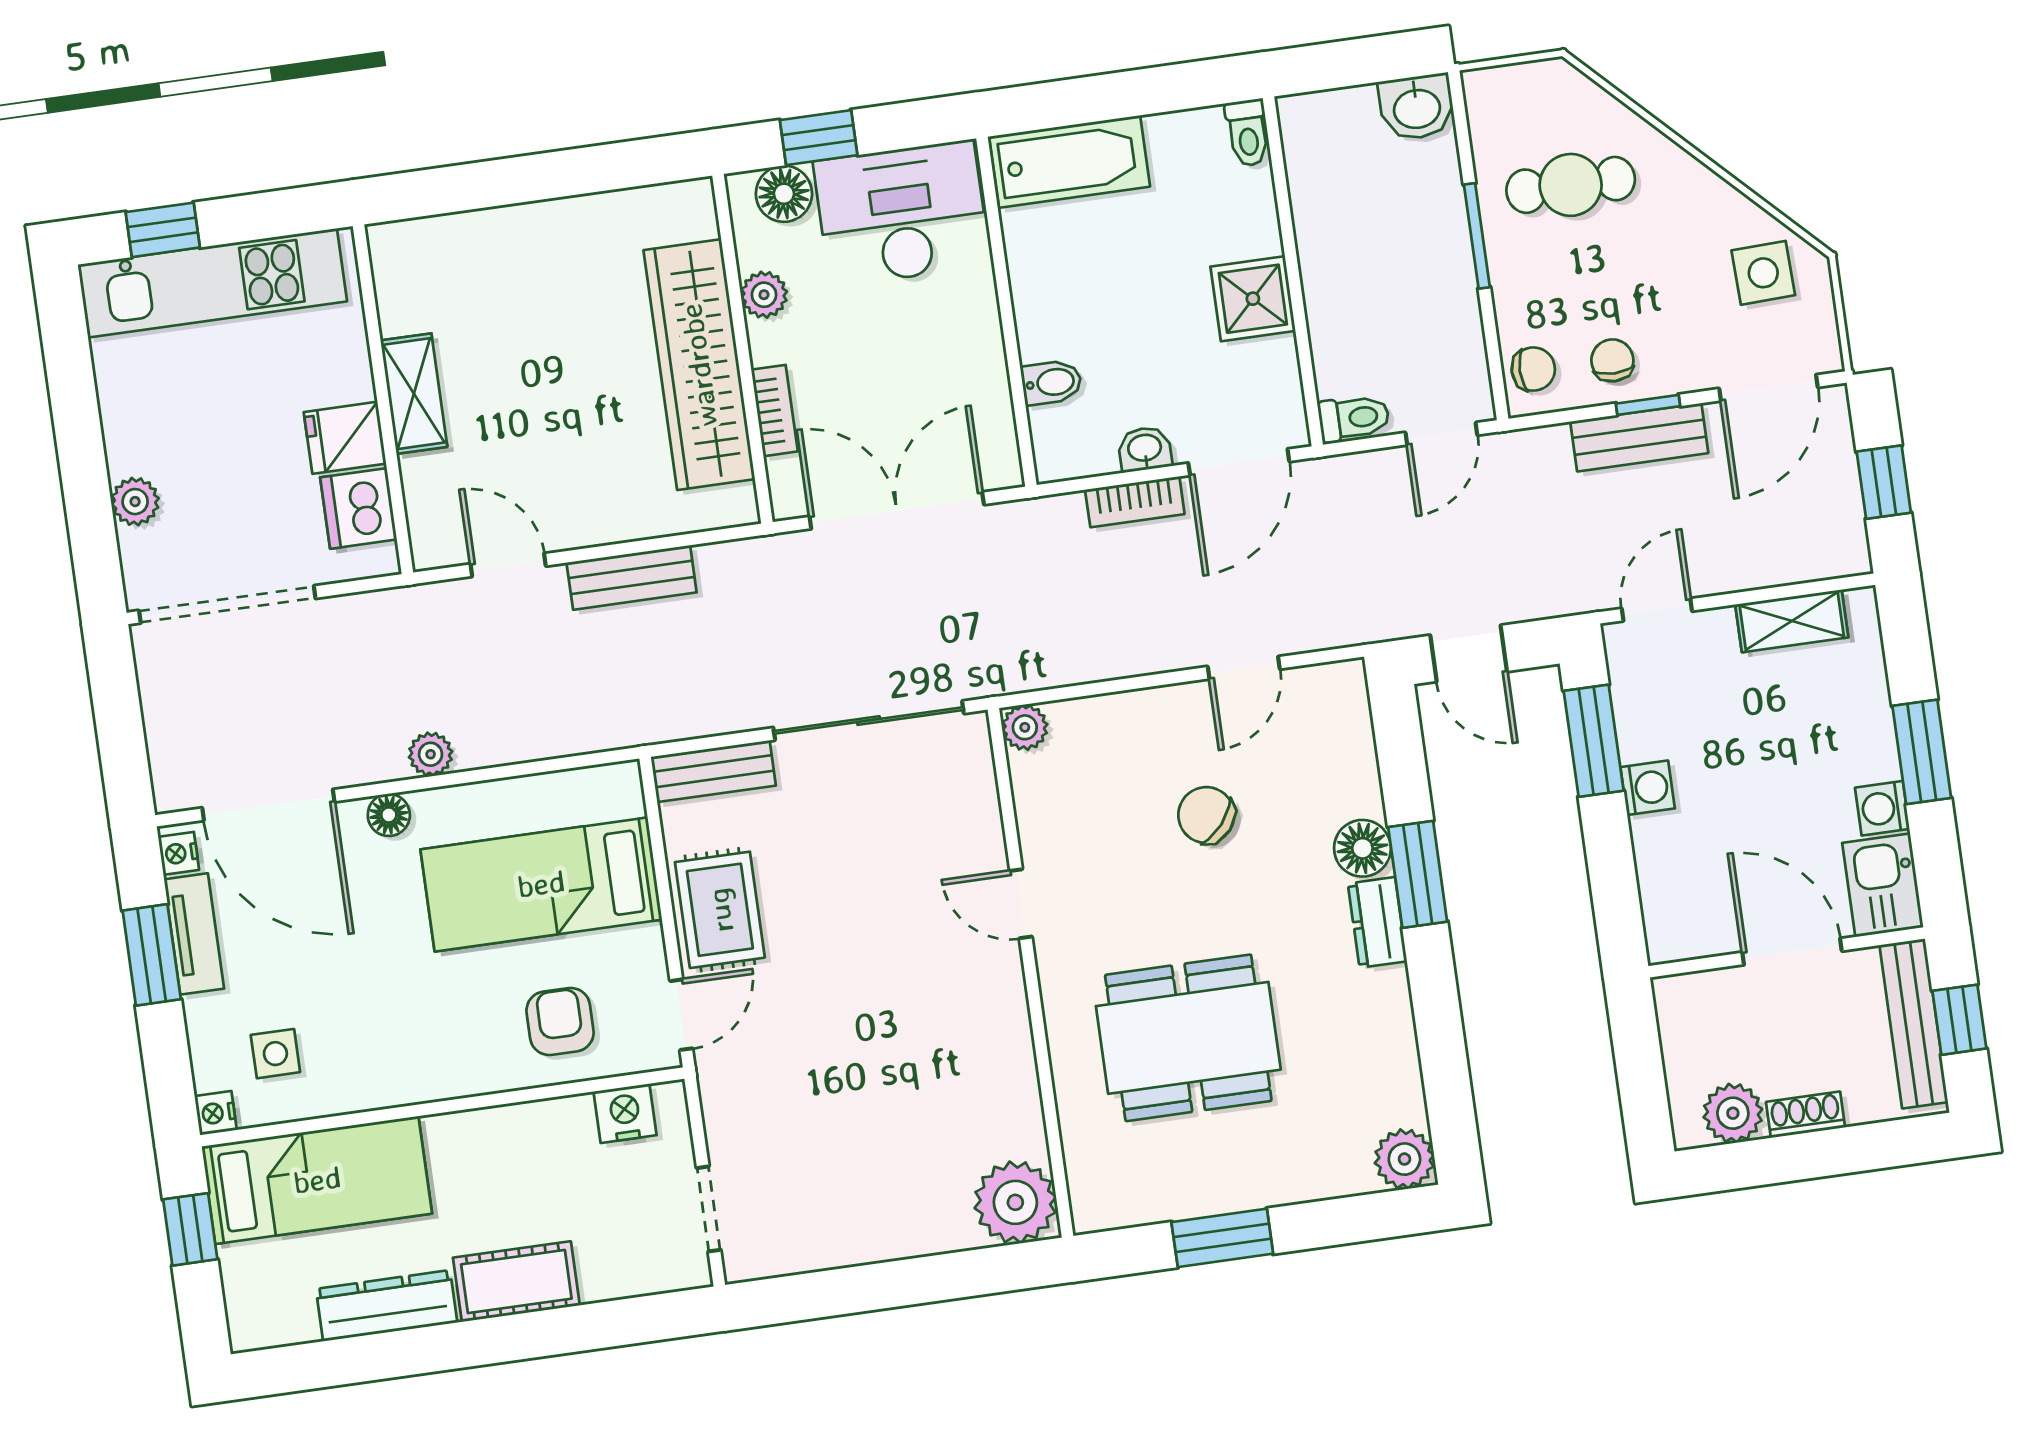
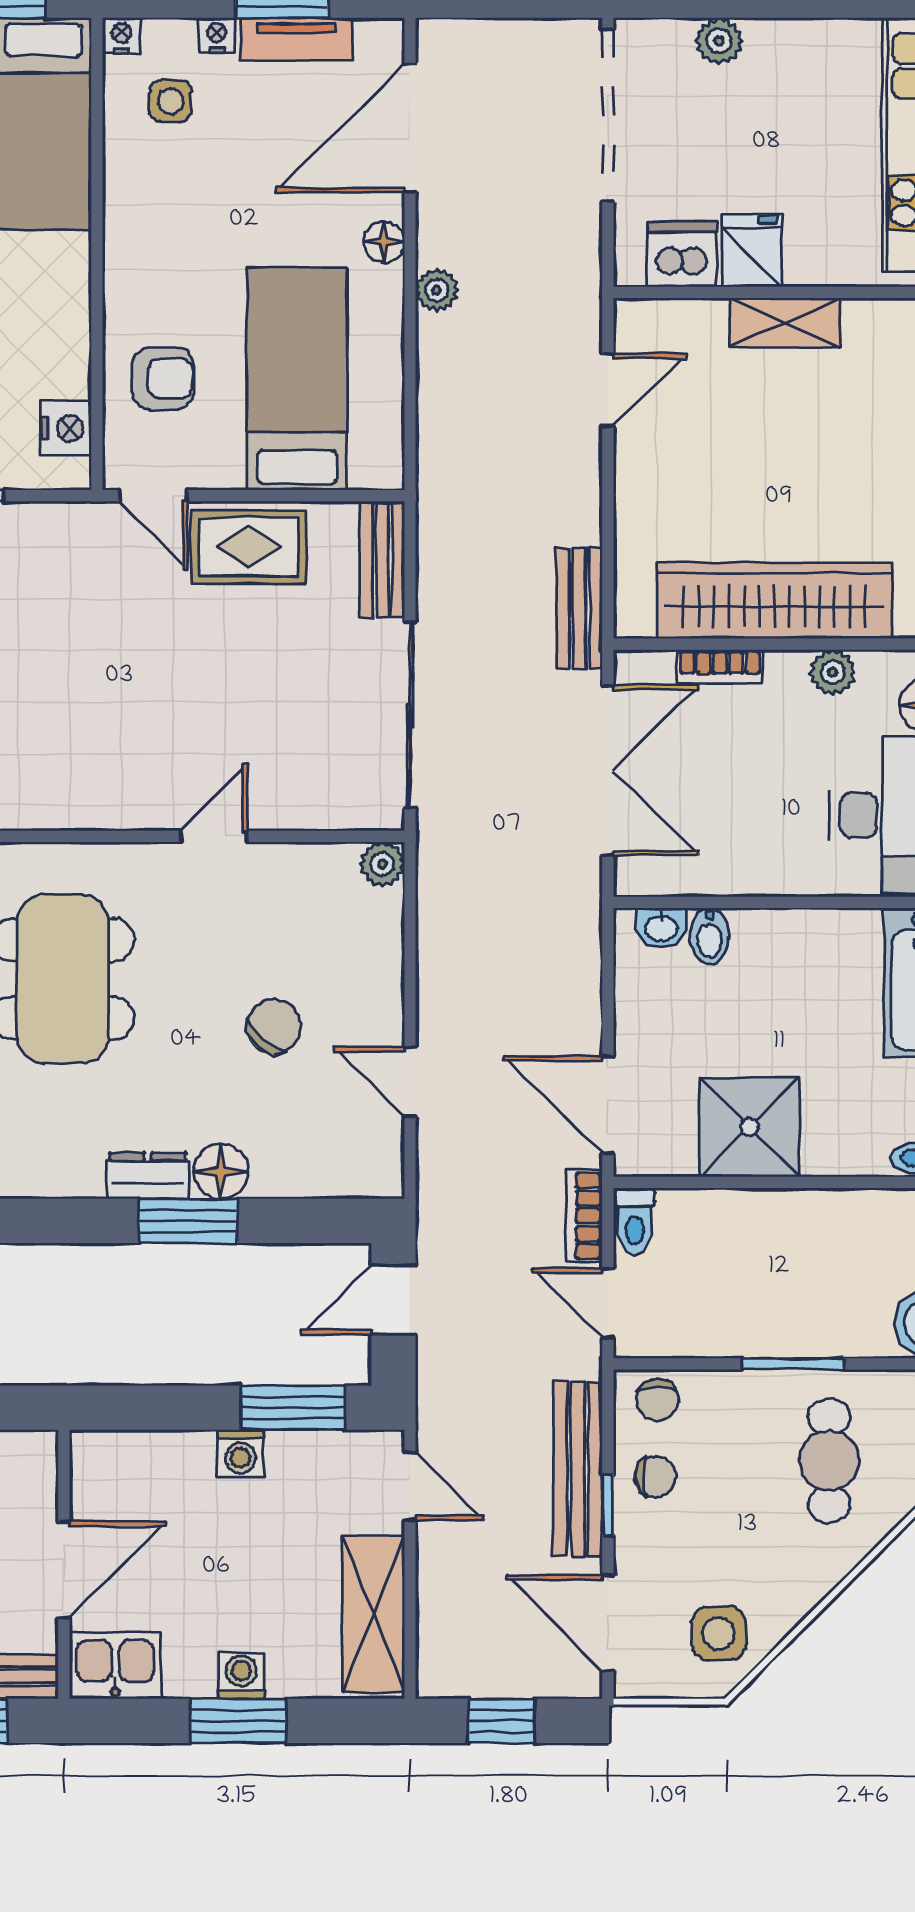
shower: (1253, 299) -> (750, 1127), width x1.36, depth x1.36
bench: (1639, 437) -> (578, 1469), width x1.36
washbasin: (1145, 449) -> (661, 928), moved, turned 90
bookcase: (1135, 502) -> (584, 1216), moved
bench: (632, 577) -> (579, 608), moved
shelving: (1792, 621) -> (373, 1614), width x1.50, depth x1.33
washing machine: (1882, 808) -> (241, 1675), moved
nightstand: (179, 853) -> (217, 35), moved

